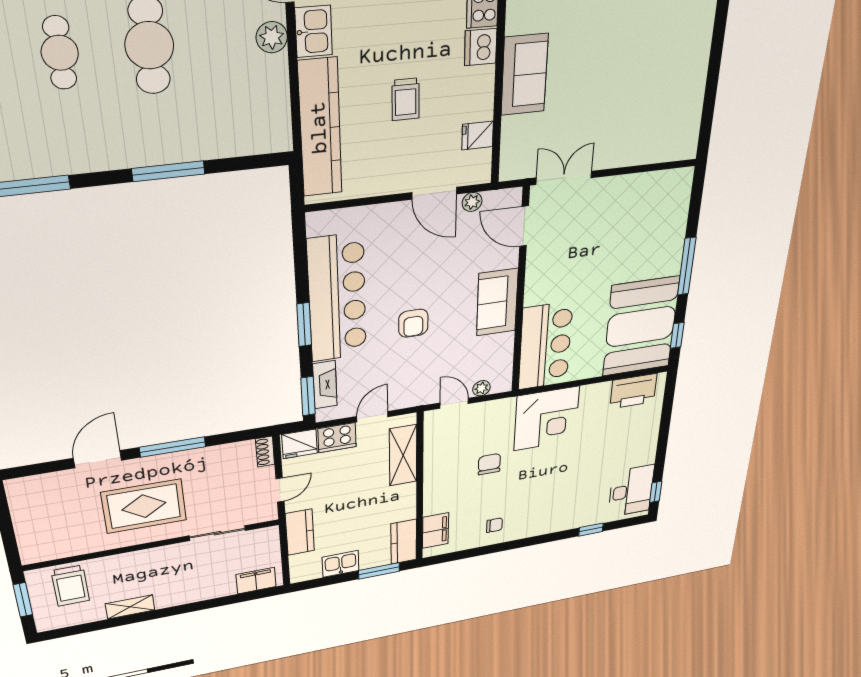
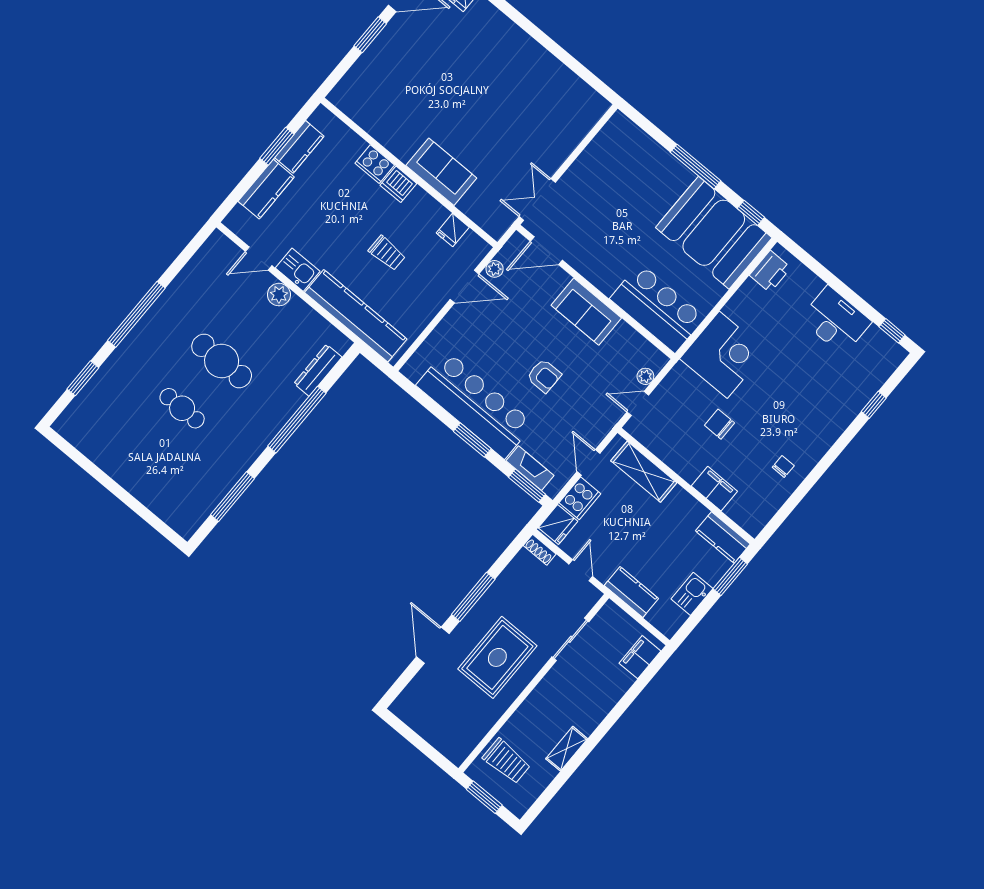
dresser: (235, 145) -> (318, 370), added
window: (168, 171) -> (297, 420), width x1.46
printer: (633, 391) -> (770, 272), width x0.73, depth x0.84
desk: (631, 491) -> (836, 320), moved
filing cabinet: (435, 531) -> (714, 489), moved

